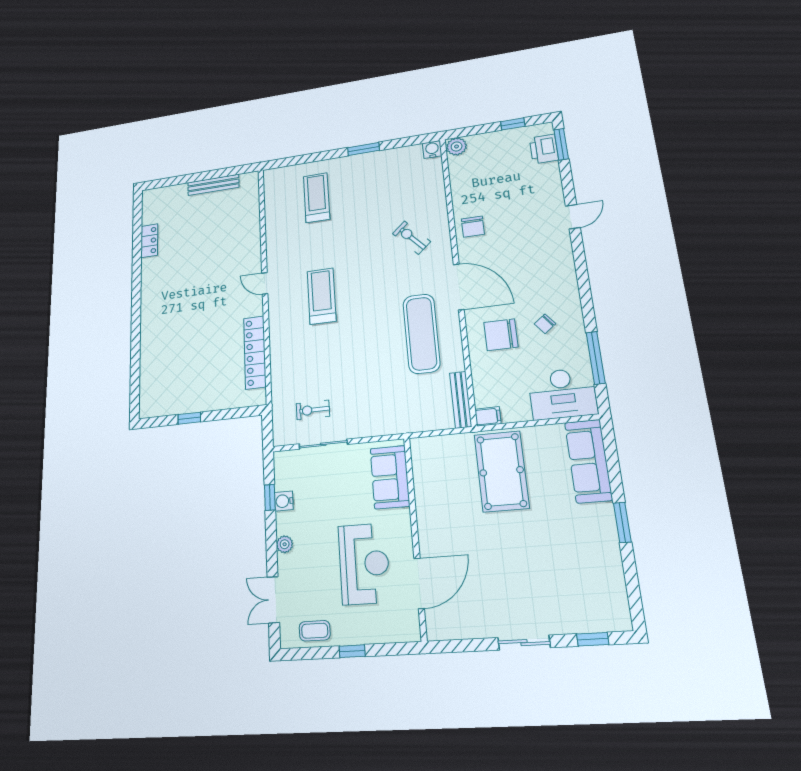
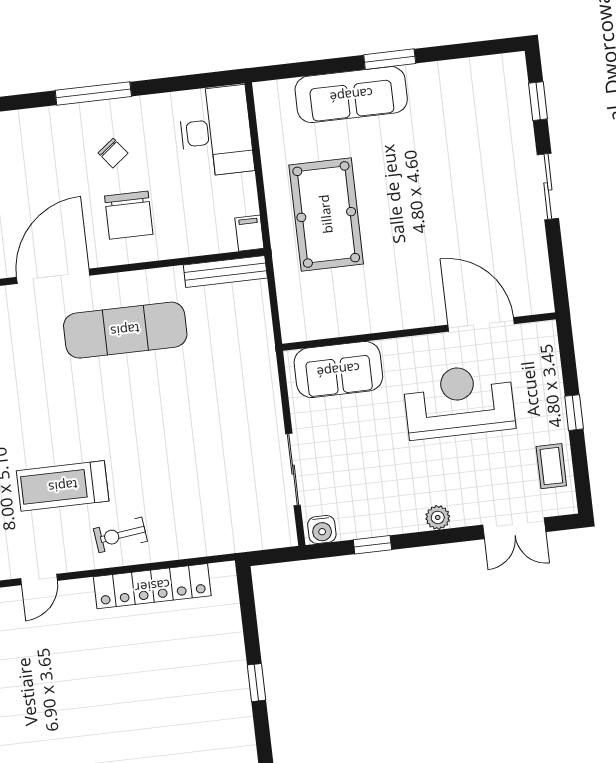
window: (596, 358) -> (93, 93), moved
exercise bike: (313, 410) -> (120, 535), moved, turned 83
sofa: (588, 461) -> (351, 95), moved
pool table: (502, 471) -> (326, 214), turned 90
water cooler: (284, 501) -> (322, 530), moved

